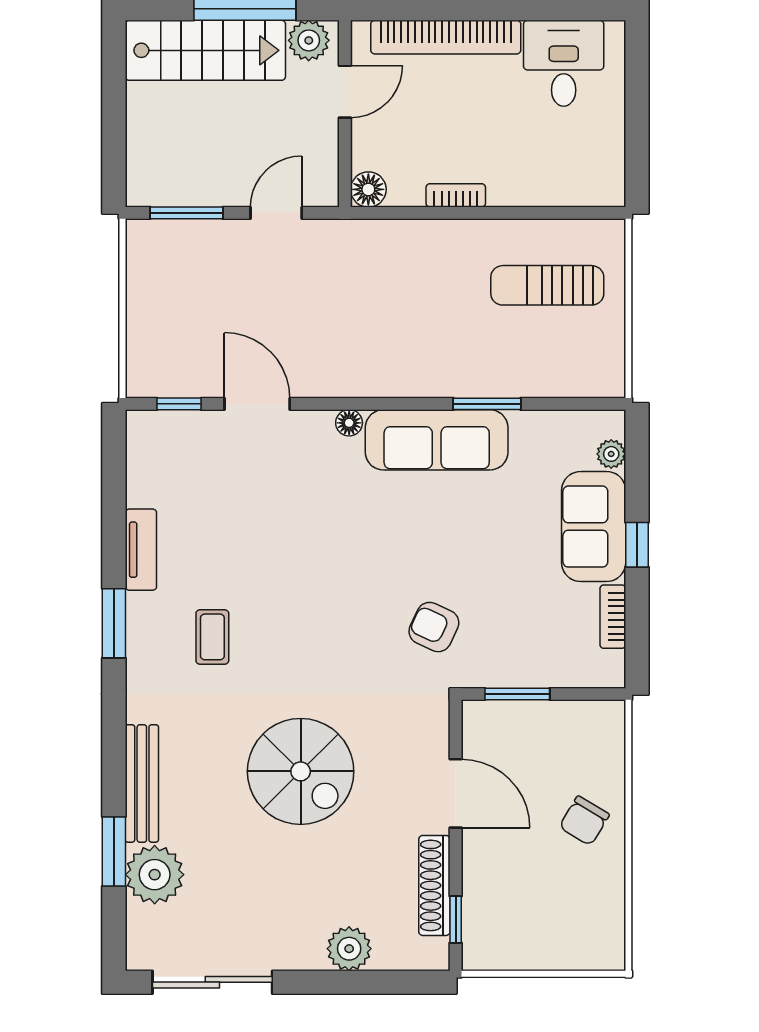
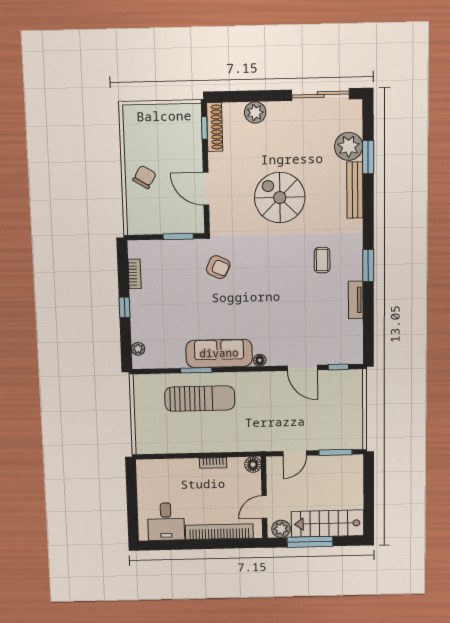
sun lounger: (547, 285) -> (200, 399), moved, width x1.36, depth x1.34
sofa: (594, 527) -> (145, 315), removed
shoe rack: (434, 885) -> (215, 127), moved

